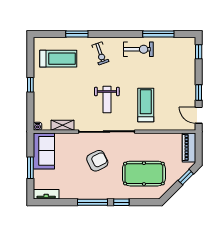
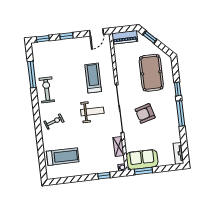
window: (77, 34) -> (40, 143), removed
treadmill: (58, 59) -> (63, 157), turned 90
window: (30, 85) -> (104, 176), moved
window: (199, 92) -> (66, 36), moved
treadmill: (146, 105) -> (93, 78), turned 90
armchair: (97, 161) -> (145, 113), turned -80
window: (30, 168) -> (143, 171), moved

